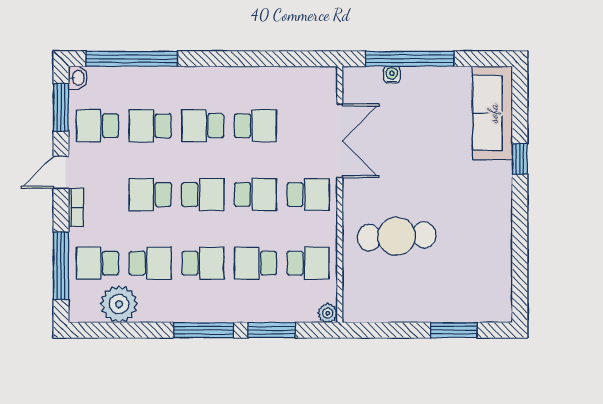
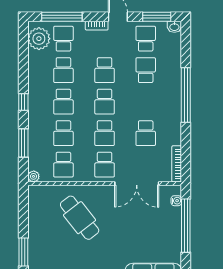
window: (132, 59) -> (186, 95), moved
bookcase: (307, 74) -> (177, 164), added
water cooler: (392, 75) -> (176, 201), moved
school desk: (203, 126) -> (146, 102), removed
school desk: (150, 194) -> (105, 70), turned 180
cafe table: (397, 236) -> (80, 218), turned -35
school desk: (255, 263) -> (63, 133), turned 180
plant: (119, 304) -> (39, 39), moved
window: (203, 330) -> (23, 102), width x0.46

